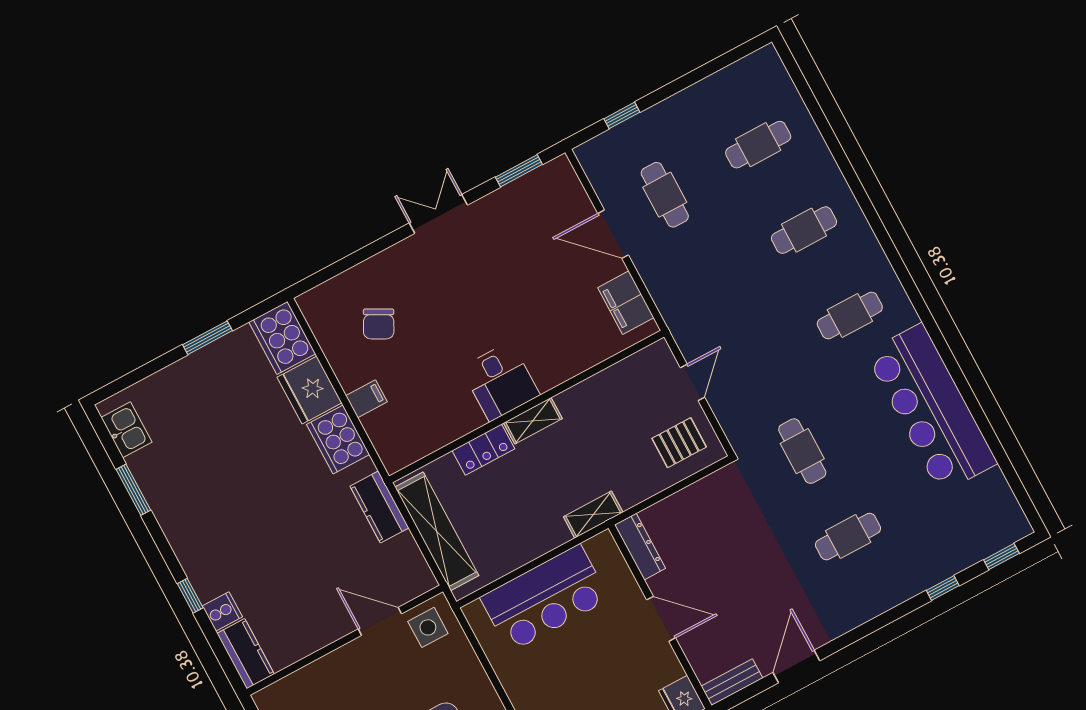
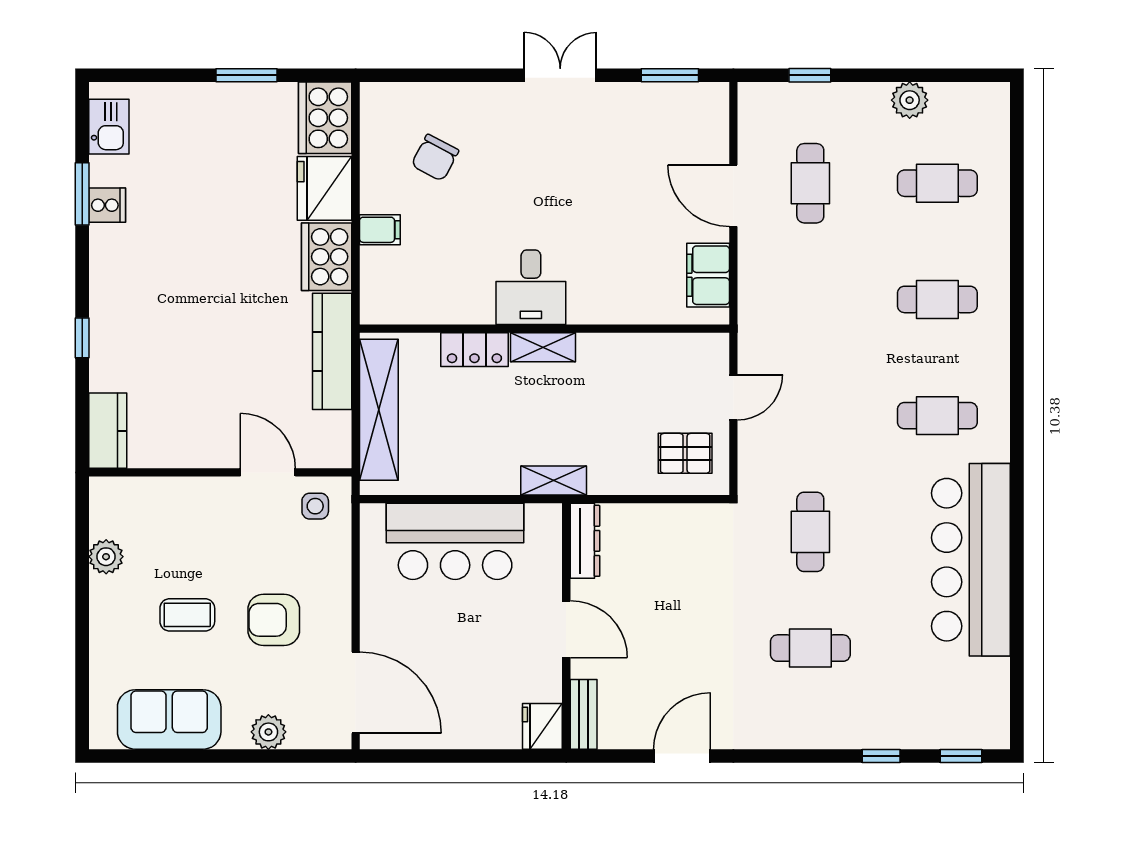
plant: (705, 94) -> (910, 100), added
kitchen counter: (379, 507) -> (332, 351), width x1.50
cooker: (222, 611) -> (107, 205), moved
side table: (428, 627) -> (315, 506), width x0.73, depth x0.73
bench: (732, 682) -> (584, 714), moved, turned 90

